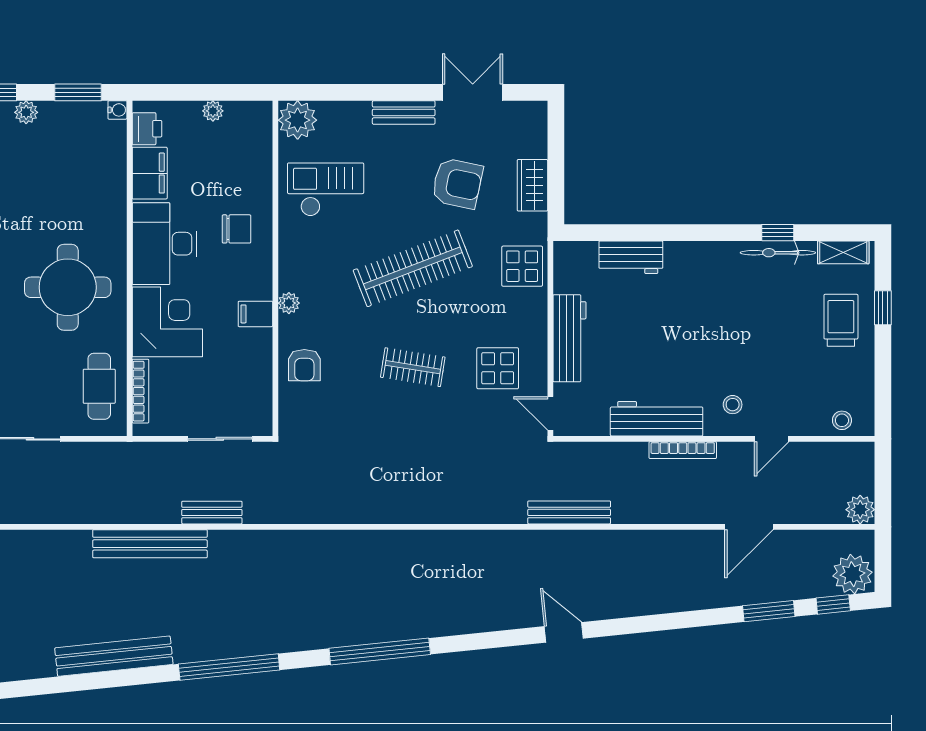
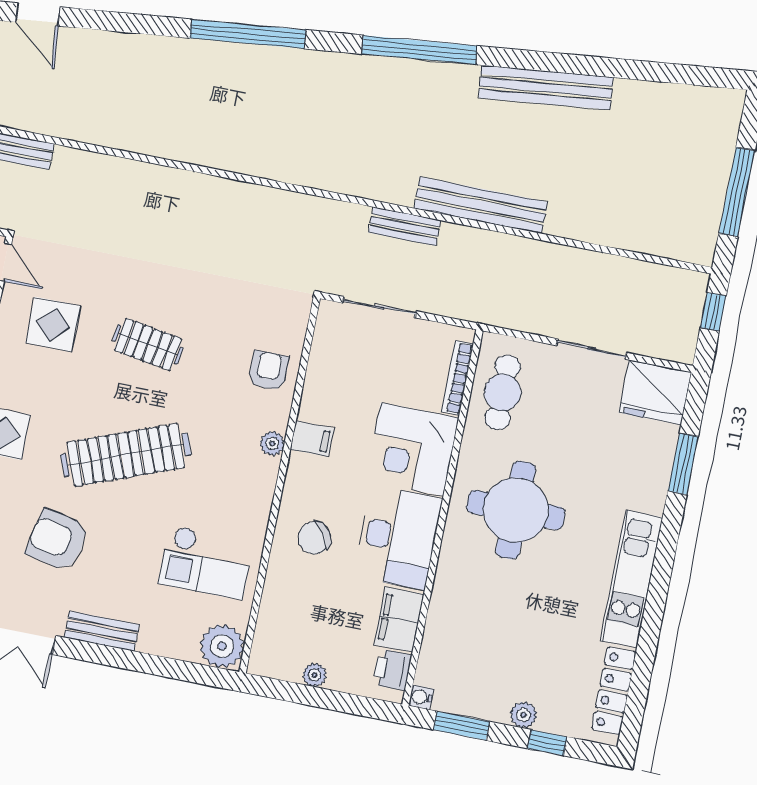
chair: (236, 229) -> (314, 538), turned -34

